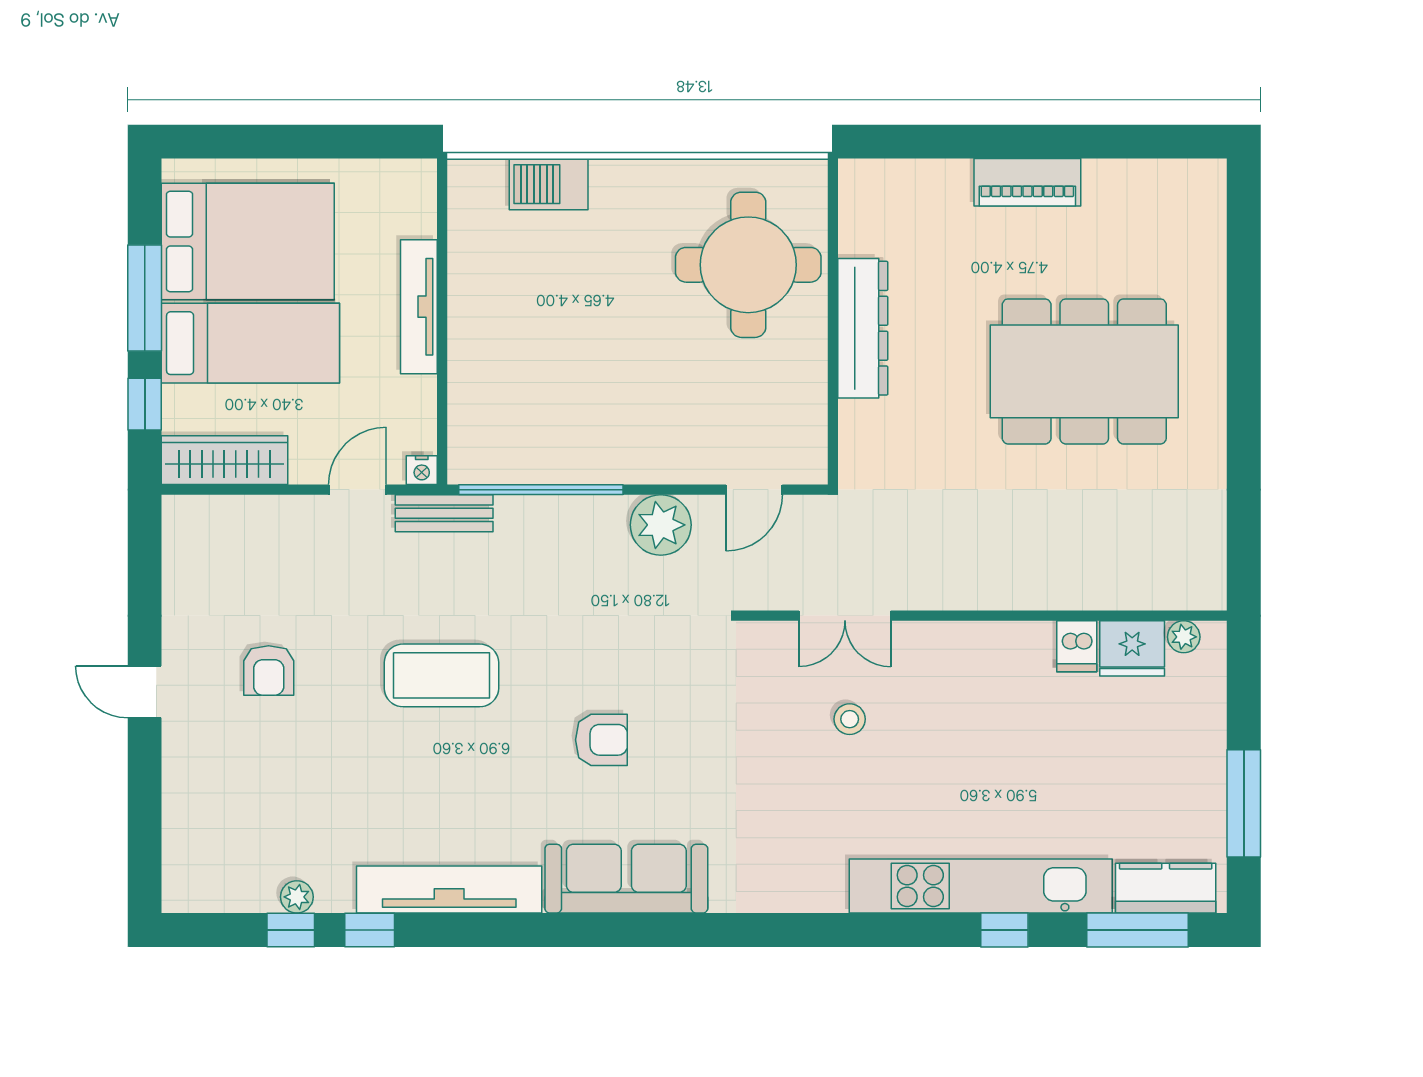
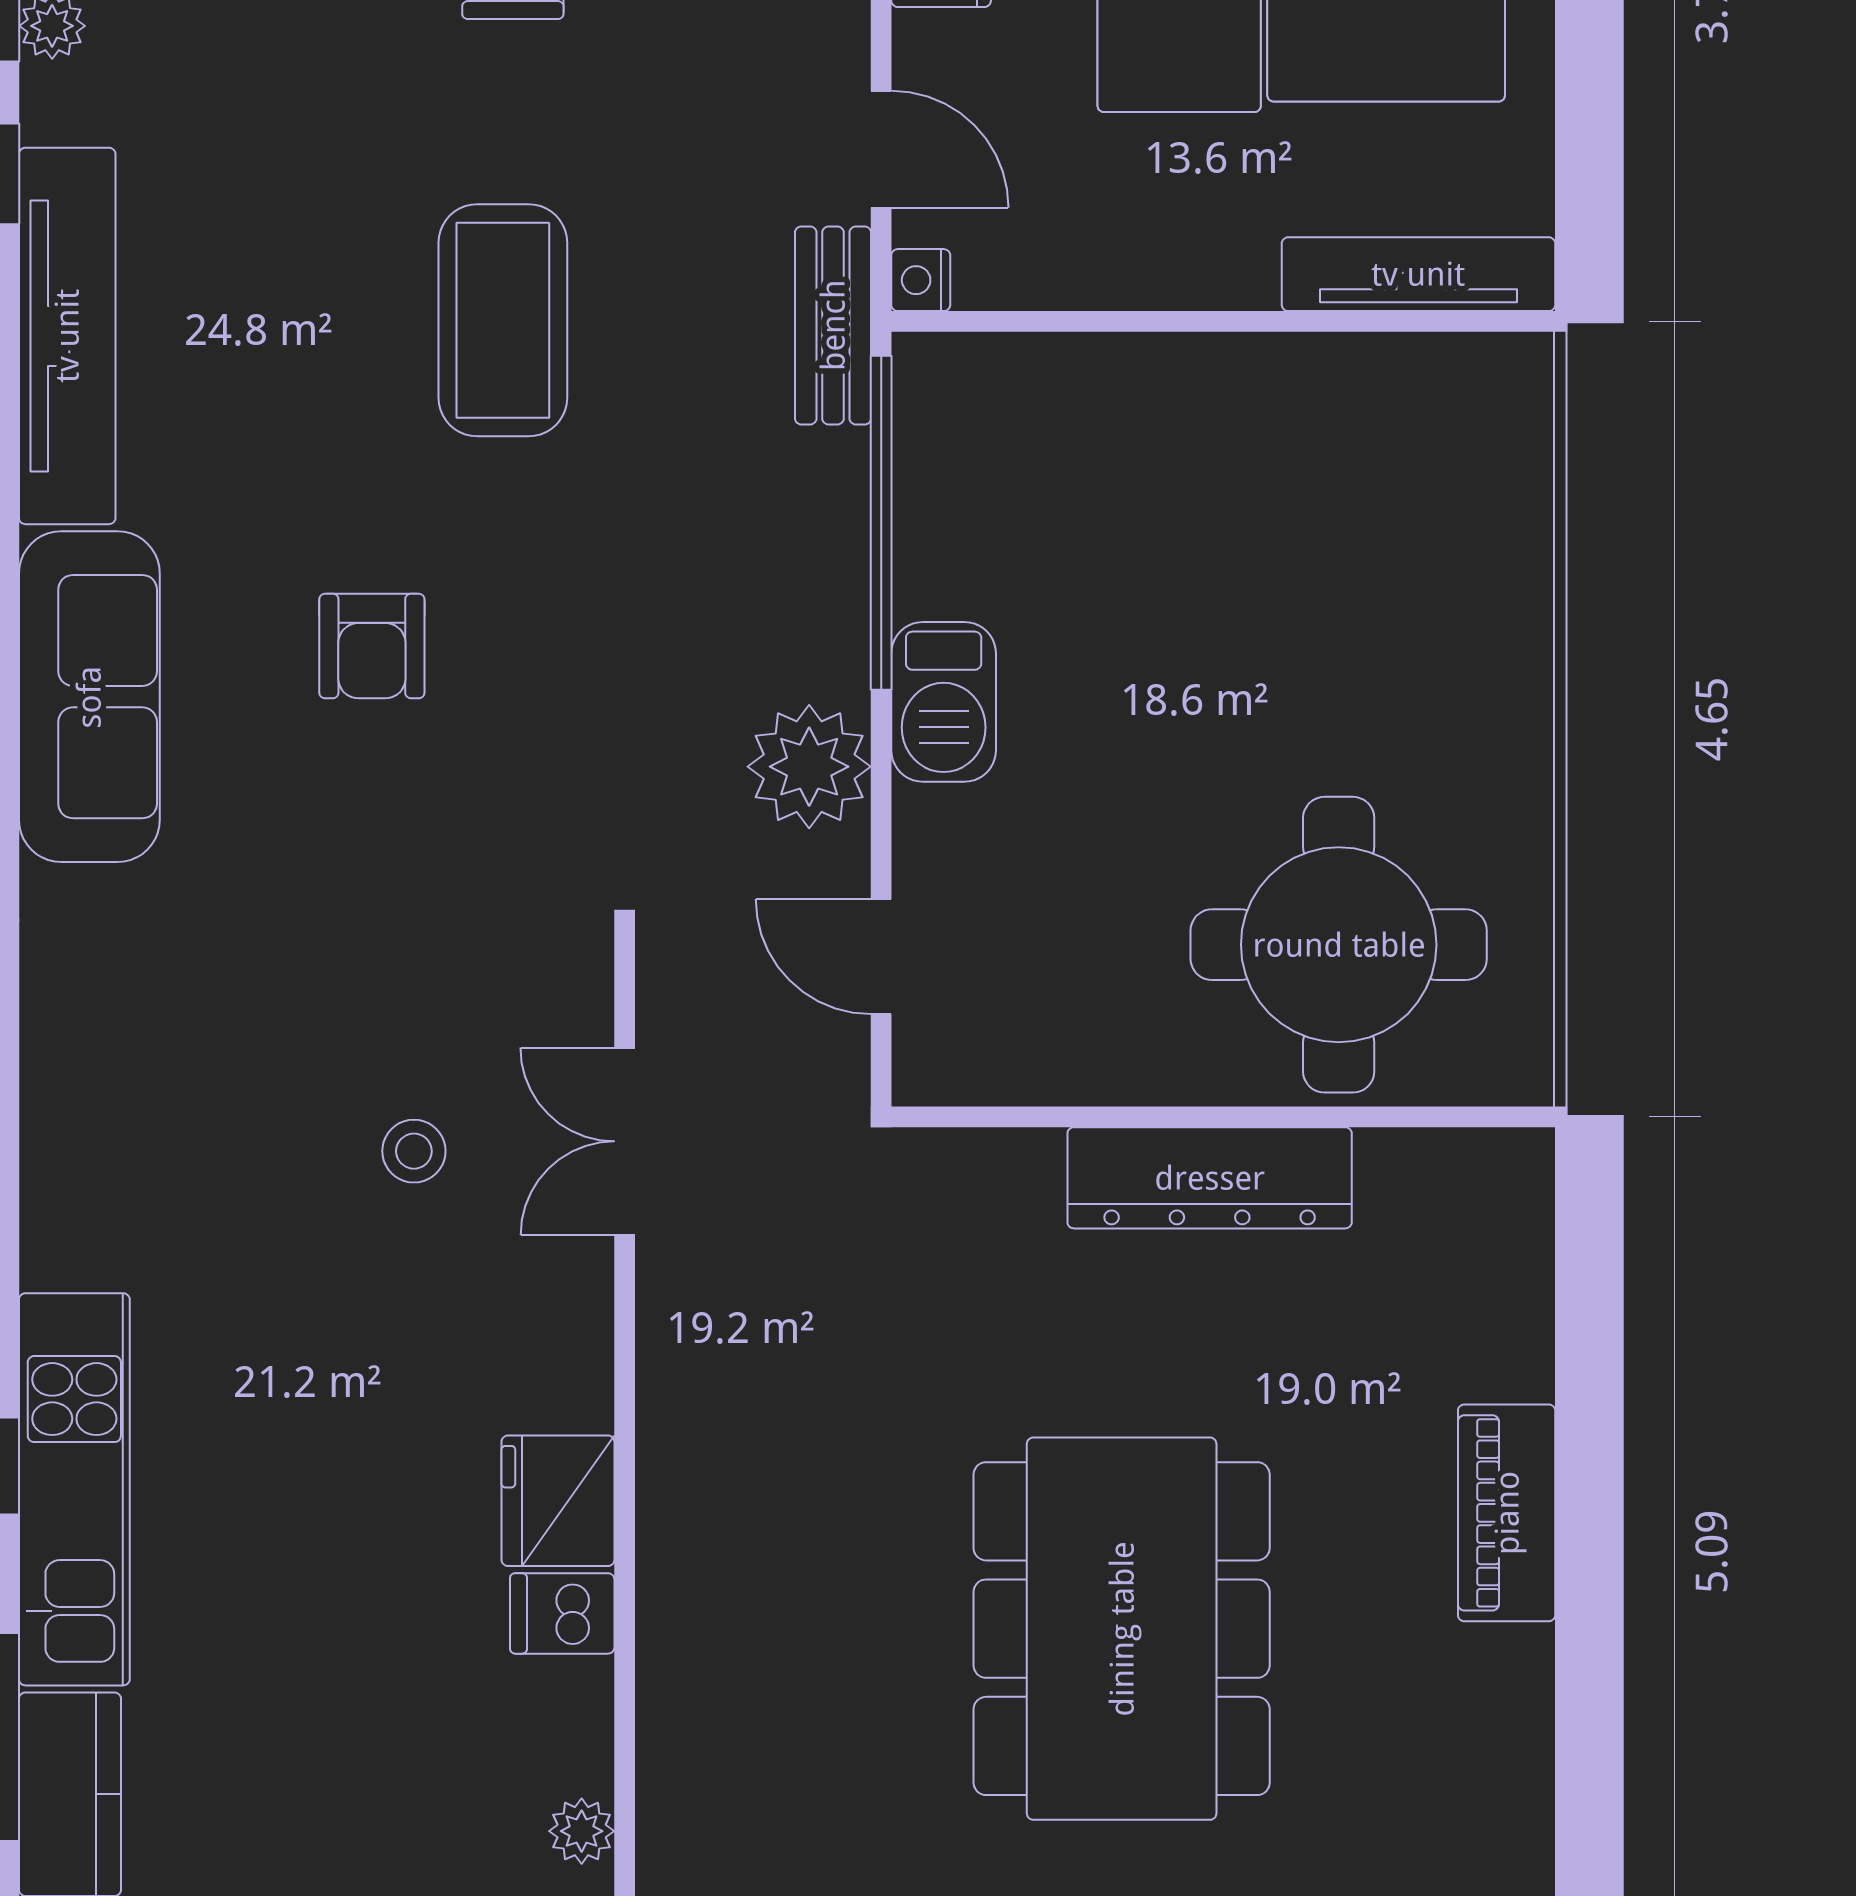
barbecue: (549, 184) -> (944, 702), moved, turned 180
tv unit: (419, 307) -> (1418, 274), moved
fridge: (1132, 648) -> (558, 1501), moved
kitchen unit: (981, 886) -> (74, 1489), width x0.73

